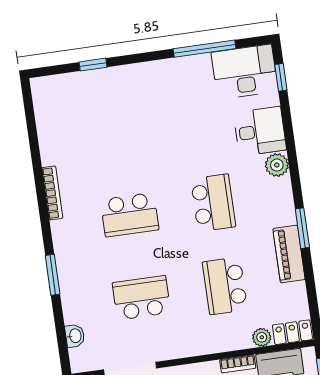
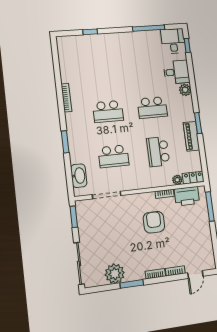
desk: (245, 72) -> (173, 41), width x0.73
school desk: (213, 203) -> (152, 108), turned 90
school desk: (141, 298) -> (114, 156), turned 180
washbasin: (75, 336) -> (79, 176), width x1.91, depth x1.45

